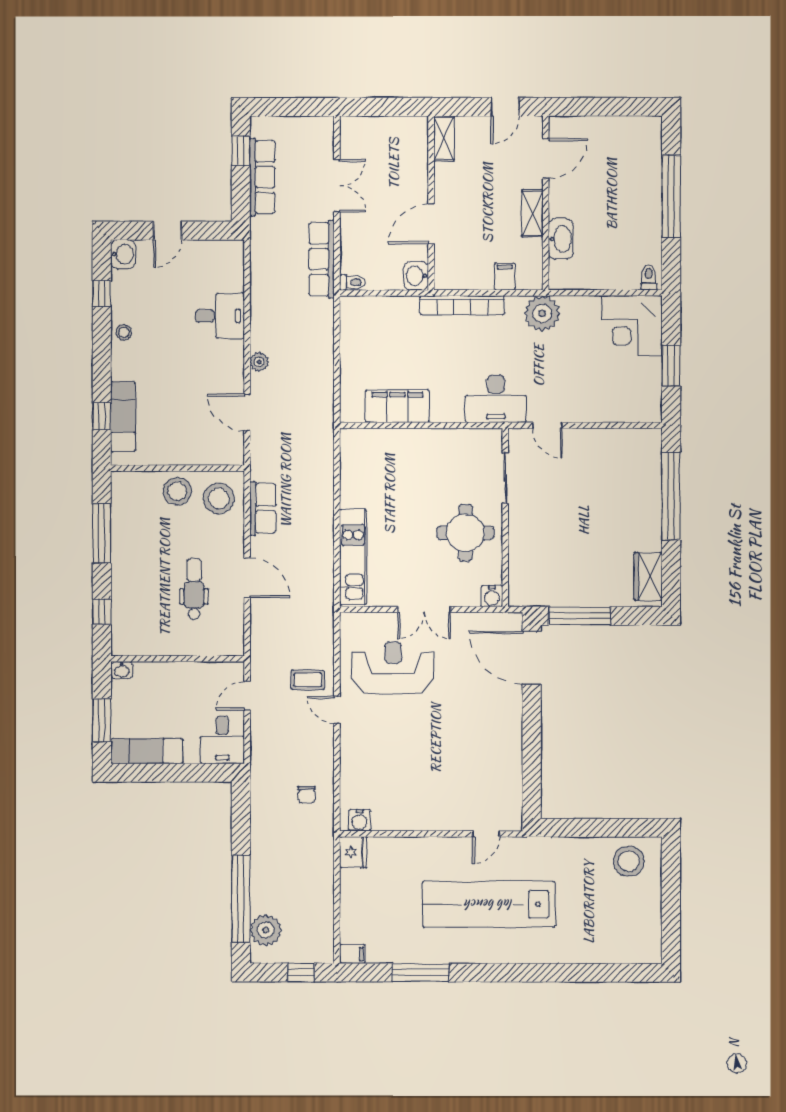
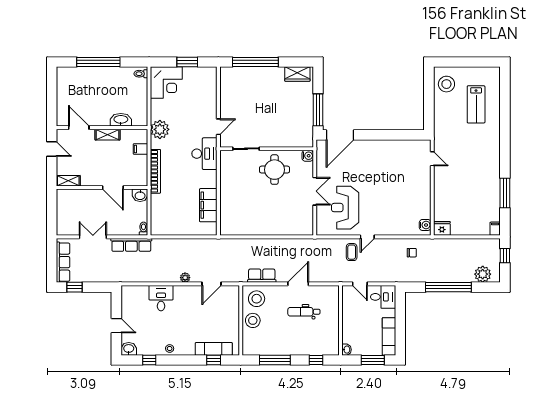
row of seats: (262, 177) -> (63, 262), moved, turned 90
kitchen unit: (353, 557) -> (287, 228), removed
window: (241, 899) -> (448, 287), moved
lab bench: (489, 904) -> (476, 104), moved, width x0.54, depth x0.72

